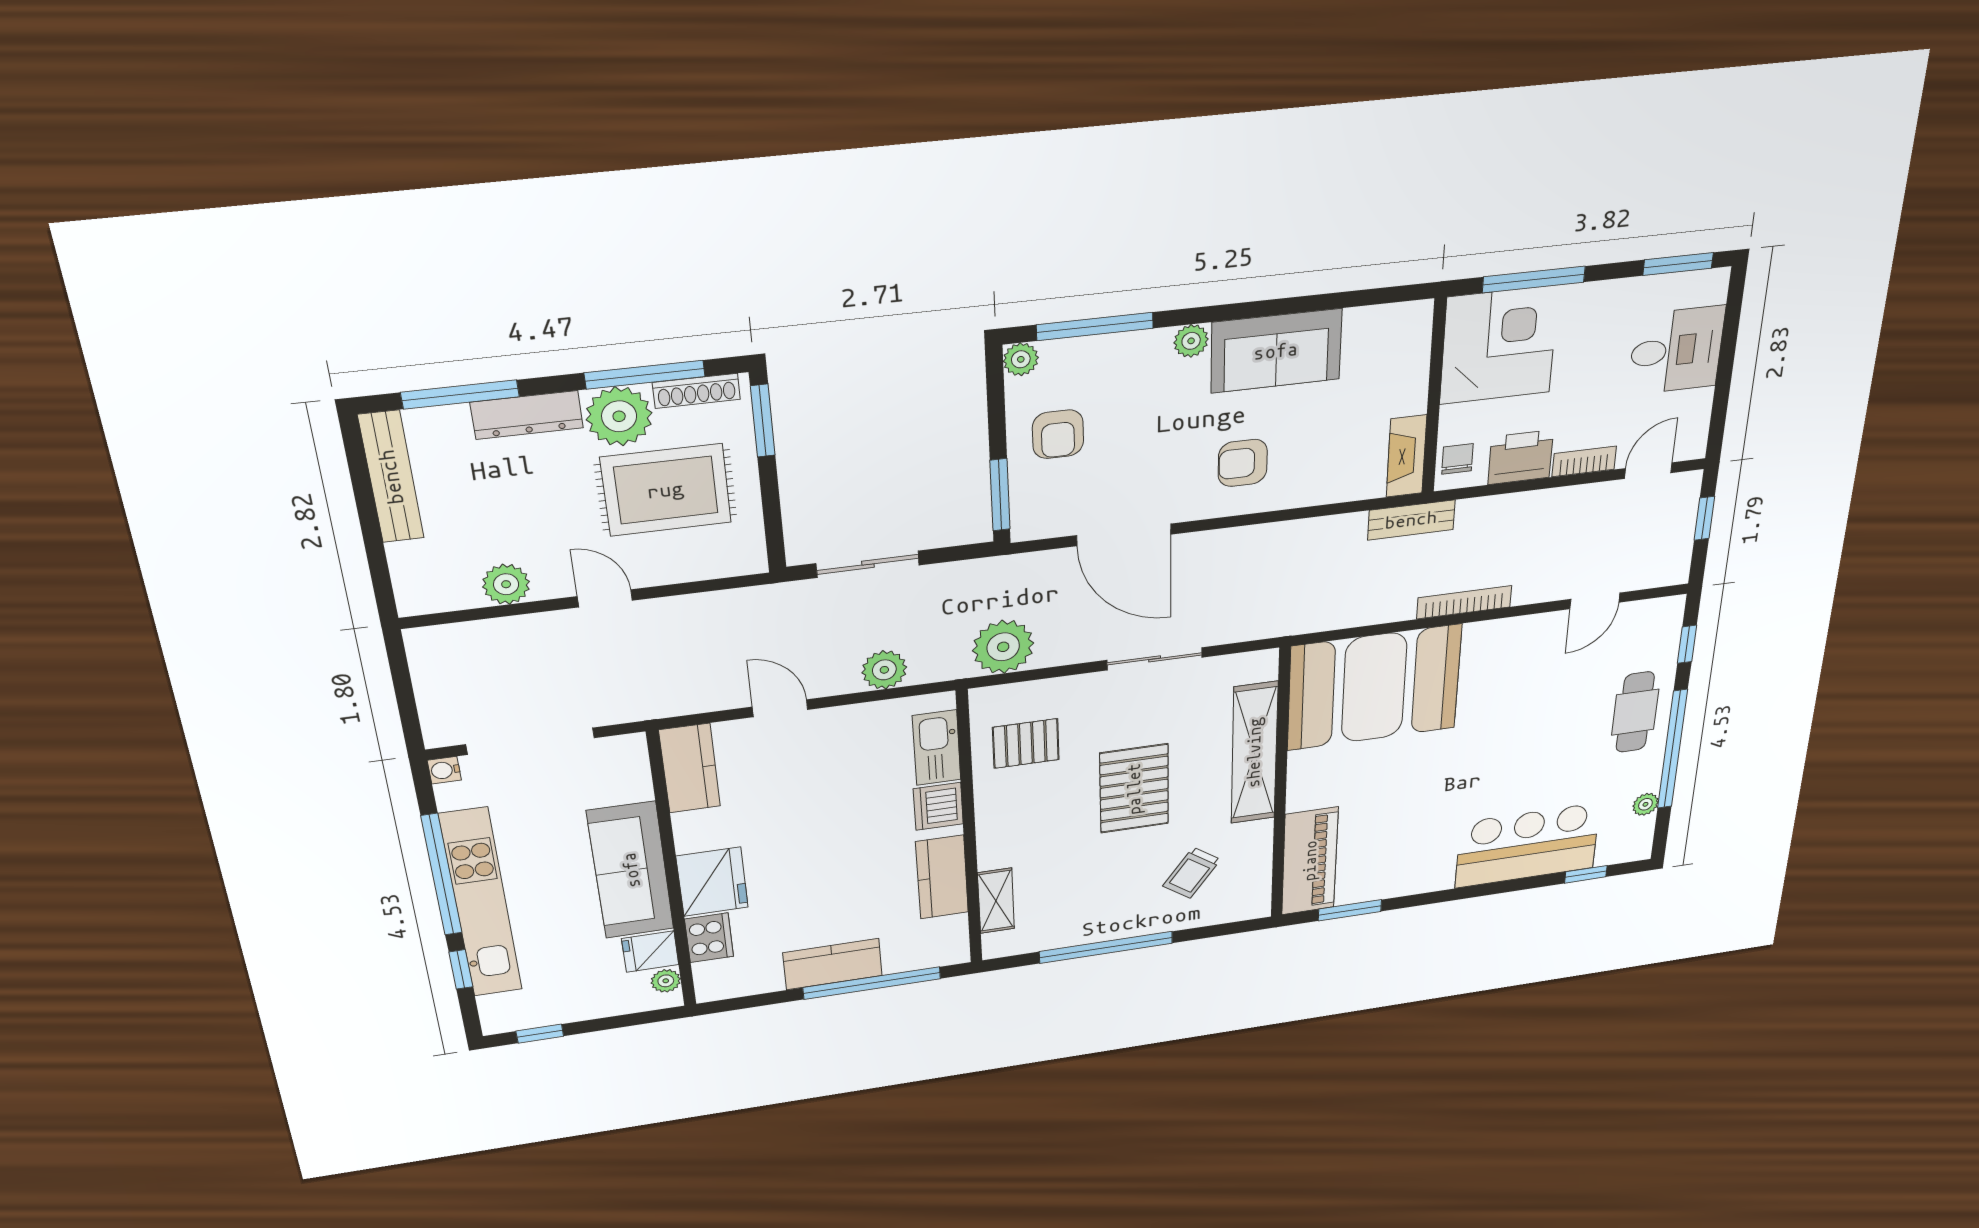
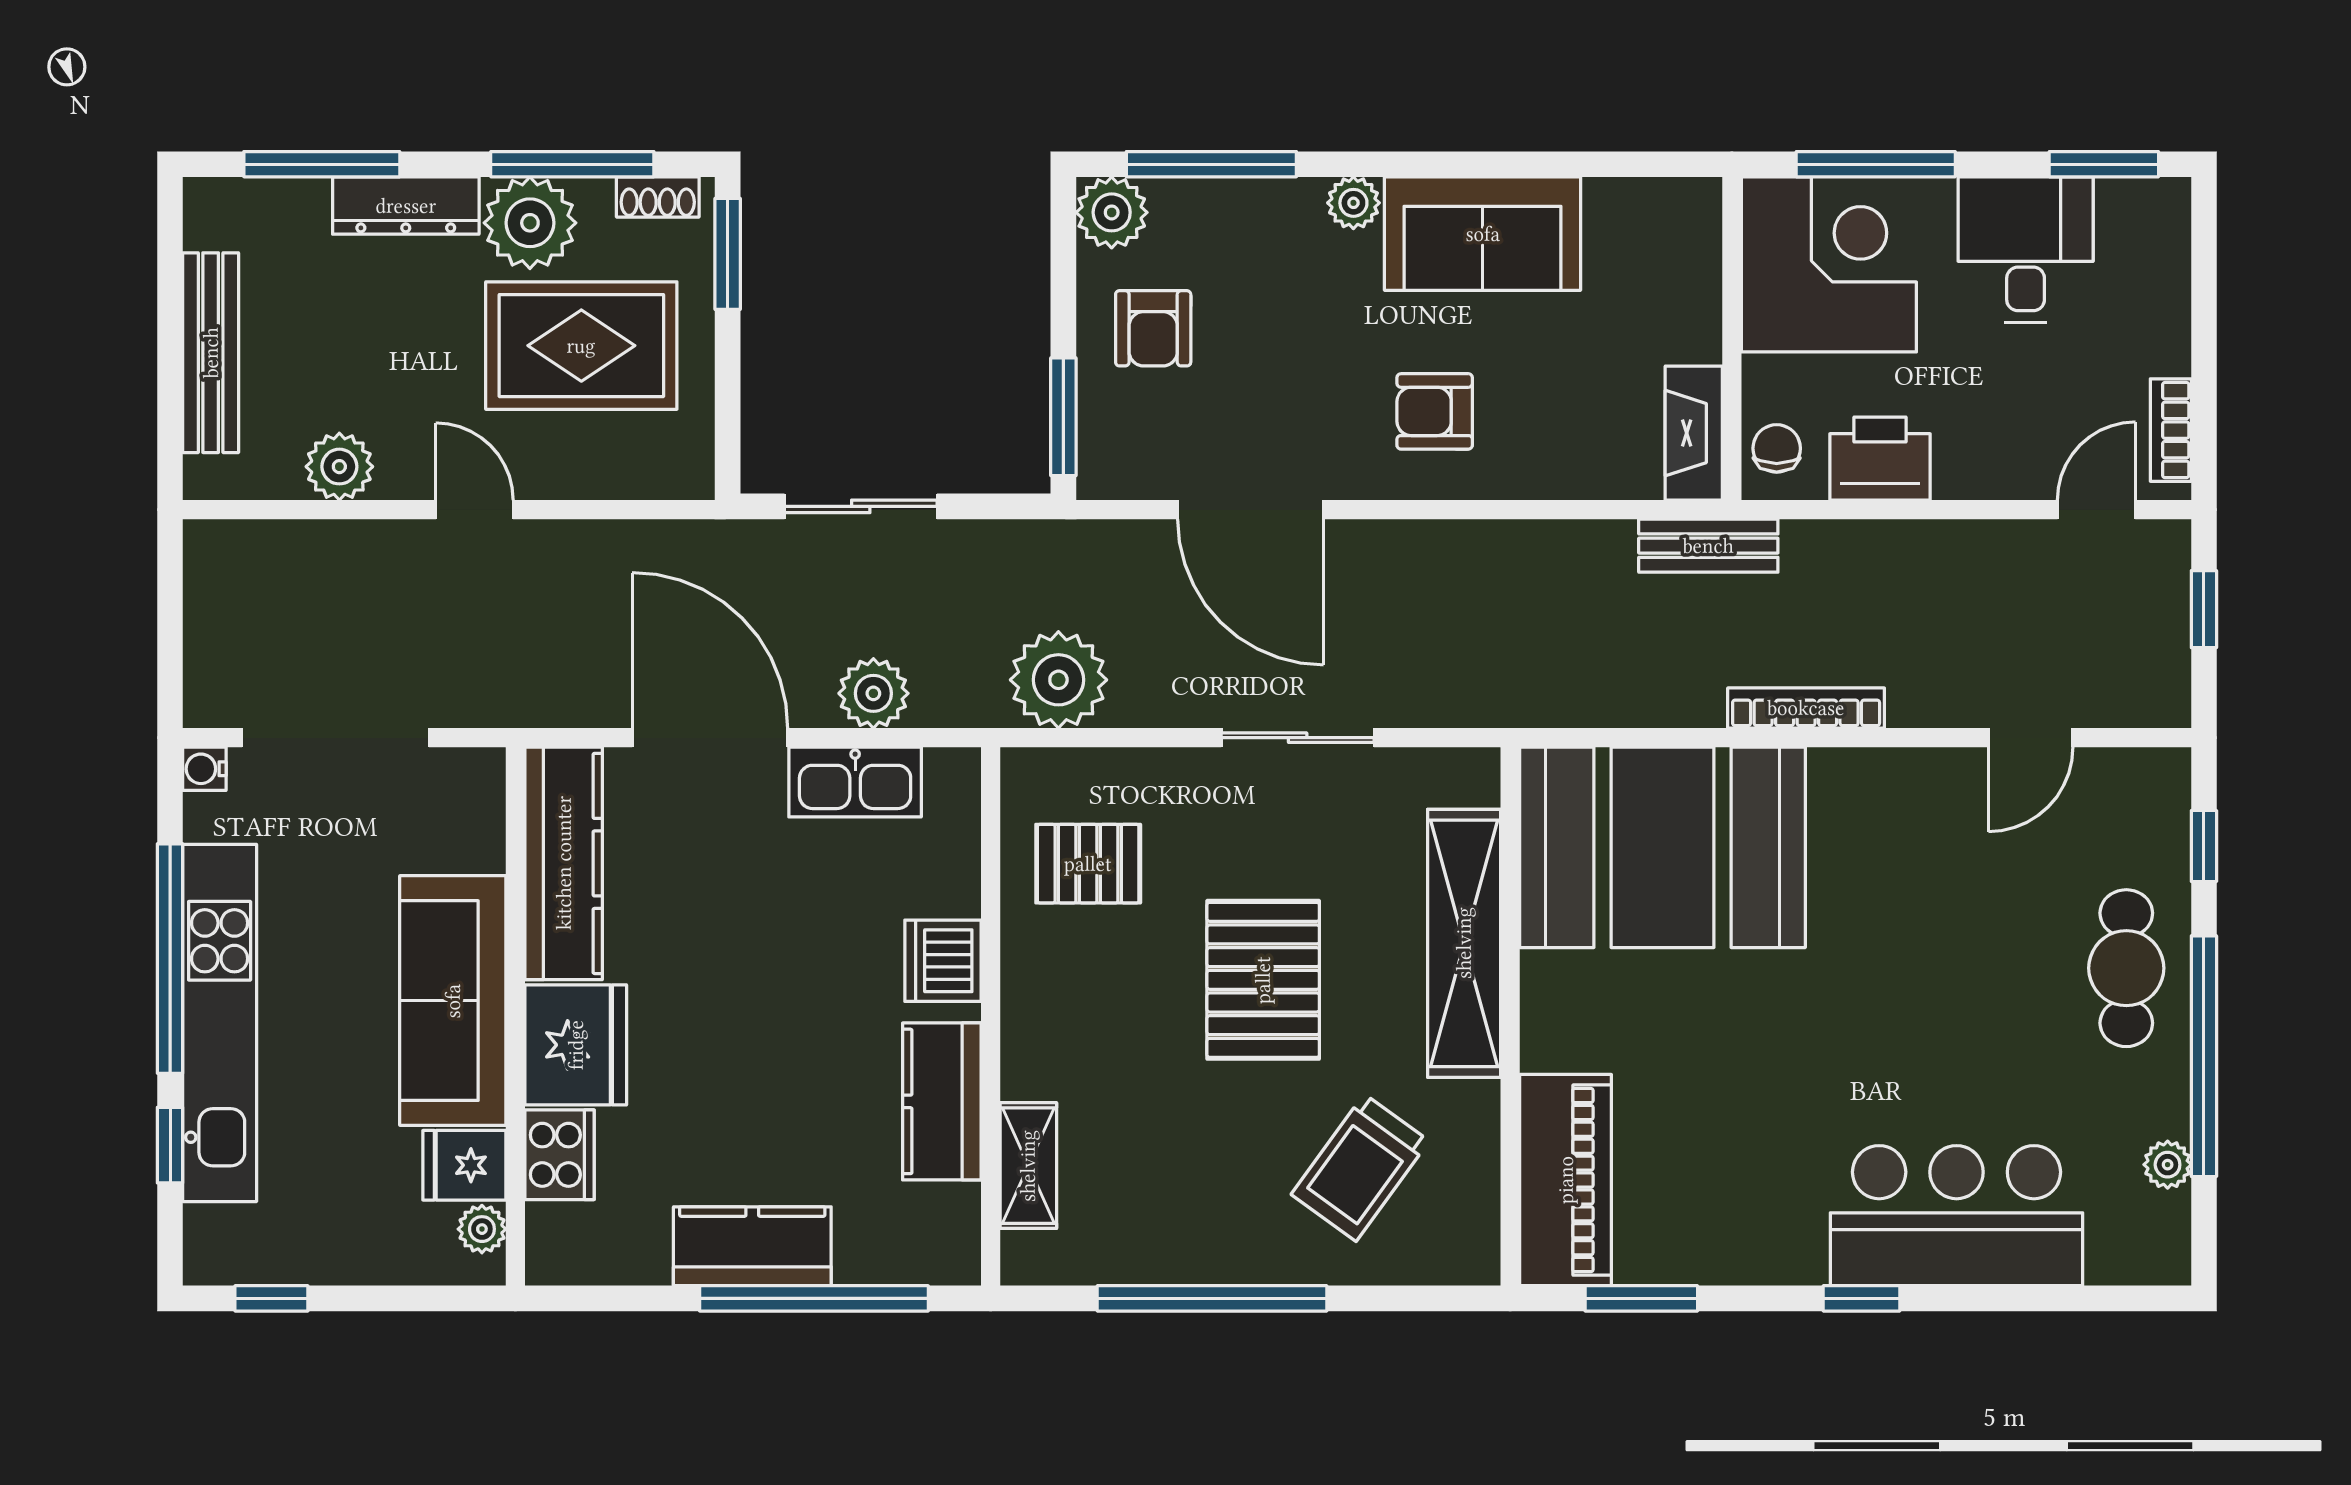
desk: (1676, 350) -> (2026, 250), moved, turned -90
plant: (1021, 359) -> (1112, 212), width x1.38, depth x1.38
shoe rack: (696, 391) -> (658, 197), width x0.70
bookcase: (1584, 461) -> (2171, 430), moved, turned -90
bench: (391, 477) -> (211, 353), moved
door: (780, 708) -> (710, 738), width x1.88
kitchen sink: (937, 748) -> (855, 782), moved, turned -90
kitchen counter: (690, 768) -> (564, 863), width x1.50
trolley: (1192, 873) -> (1360, 1168), width x1.36, depth x1.39
window: (1586, 874) -> (1861, 1298), moved

